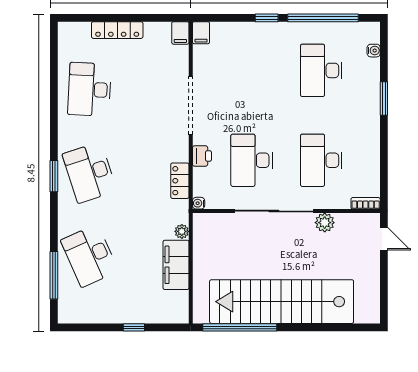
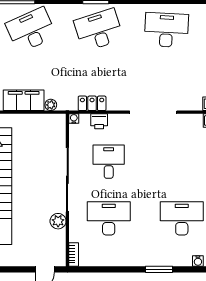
printer: (202, 156) -> (99, 121), moved
desk: (252, 160) -> (109, 162), width x0.73

